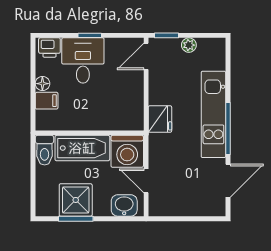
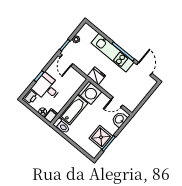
wall: (90, 133) -> (70, 102), moved
bathtub: (82, 148) -> (73, 110), moved
toilet: (45, 150) -> (62, 126), moved
washing machine: (127, 151) -> (90, 93), moved

